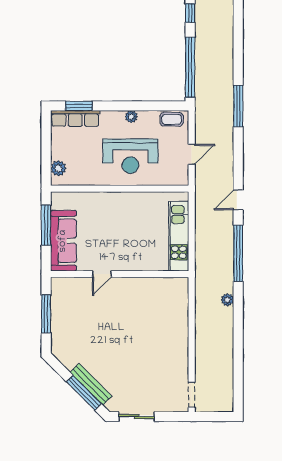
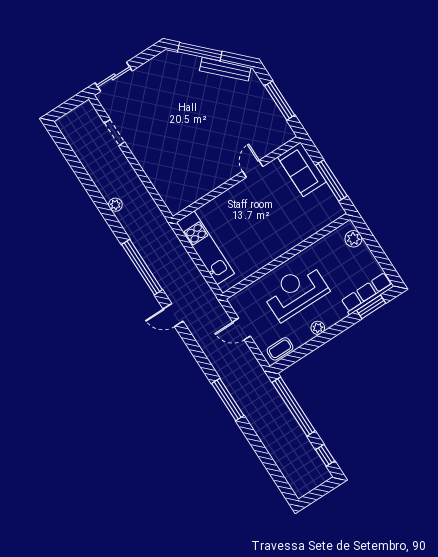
door: (192, 154) -> (241, 329), hinge flipped
door: (238, 200) -> (173, 315), swing flipped
sofa: (63, 241) -> (302, 169), width x0.73
plant: (227, 300) -> (115, 205), moved
bench: (91, 384) -> (225, 69), moved
doorway: (192, 395) -> (114, 133), moved
sliding door: (137, 417) -> (114, 77), moved

